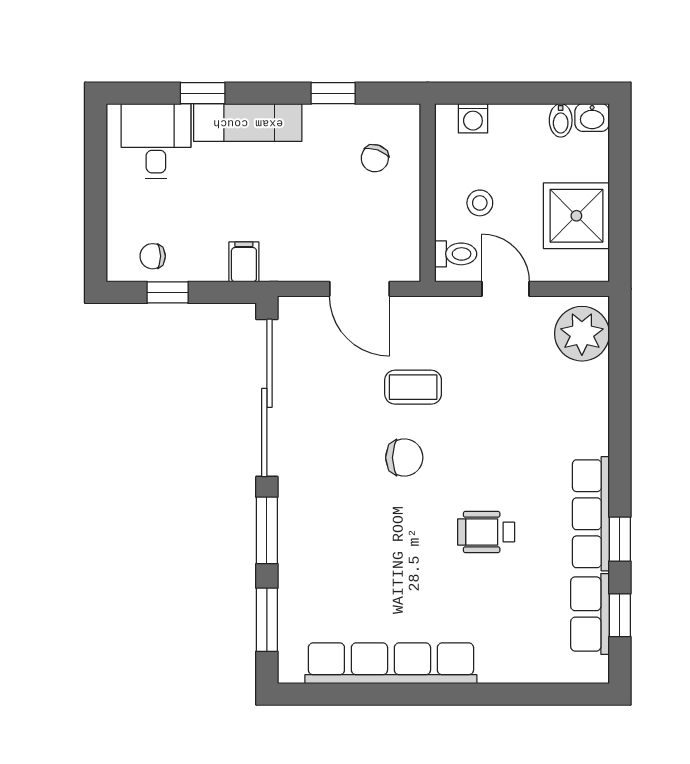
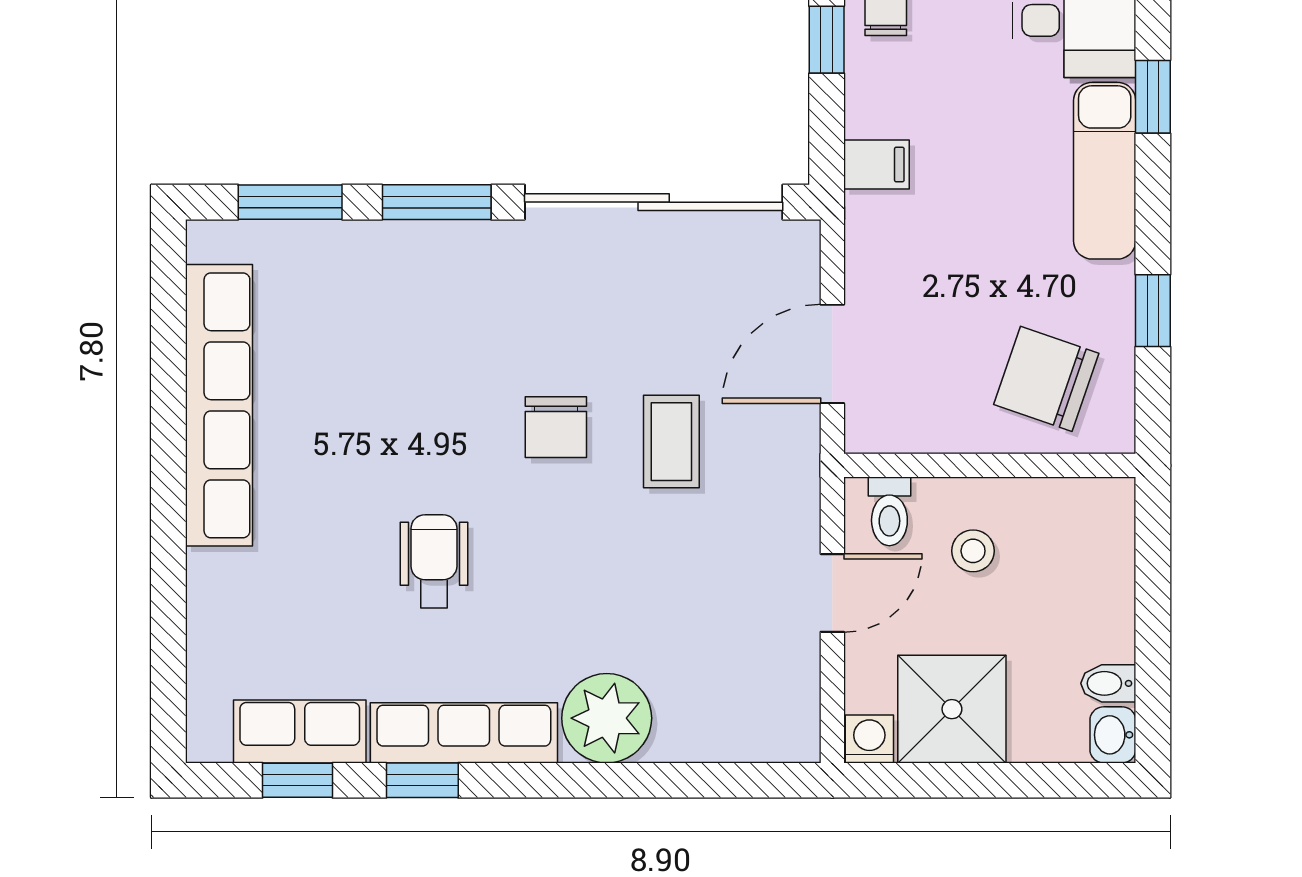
washing machine: (473, 118) -> (869, 739), moved, turned 90
chair: (375, 158) -> (1046, 379), width x1.87, depth x1.87
plant: (582, 334) -> (607, 718), moved

